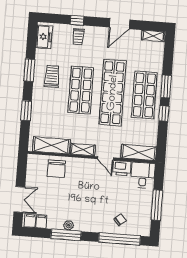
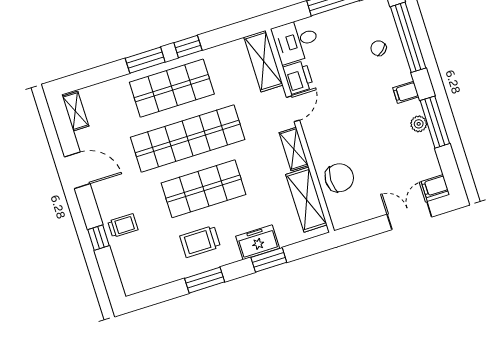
freezer: (44, 37) -> (258, 242), moved
filing cabinet: (41, 221) -> (406, 92), moved

